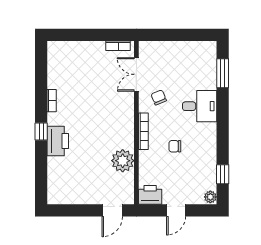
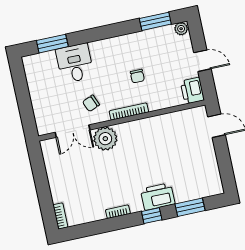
bookcase: (118, 46) -> (60, 216), moved
desk: (200, 106) -> (75, 63), moved
plant: (123, 161) -> (105, 139), moved
window: (41, 169) -> (190, 207), added
window: (223, 174) -> (155, 21), width x1.50

